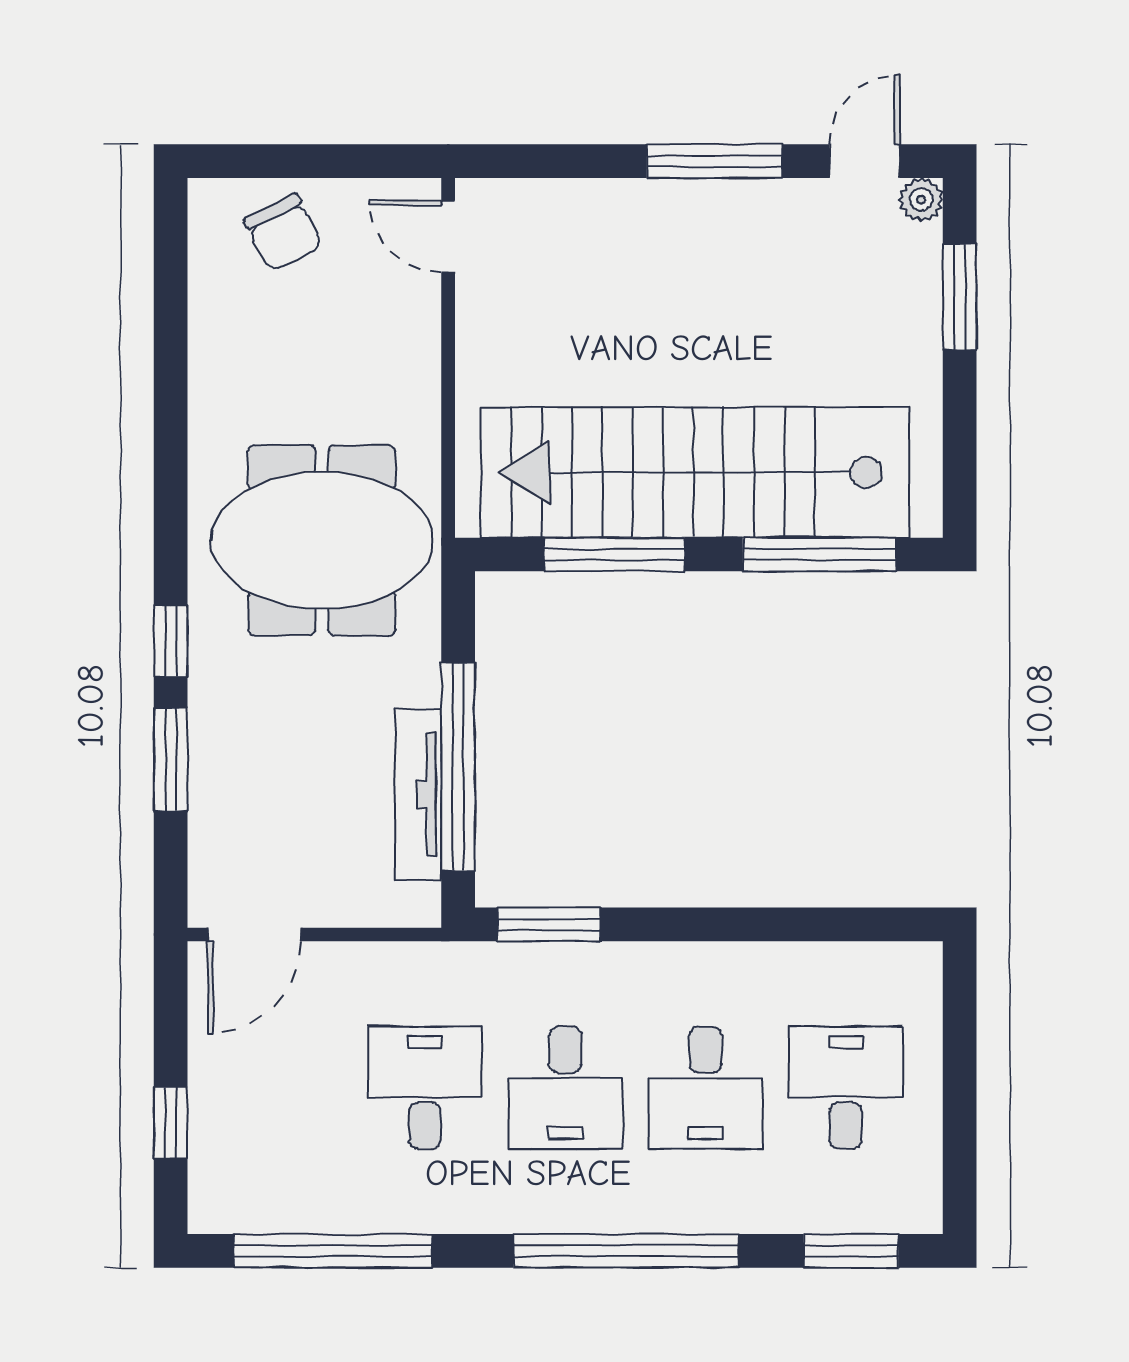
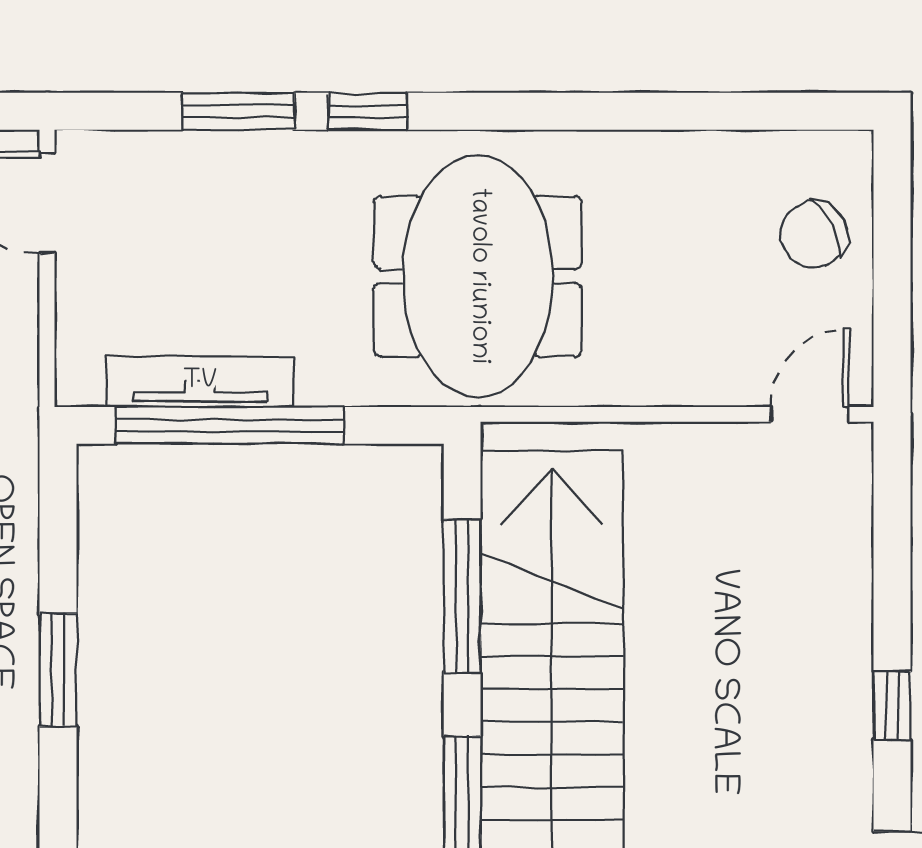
window: (714, 161) -> (892, 705), width x0.46
window: (549, 924) -> (58, 670), moved

